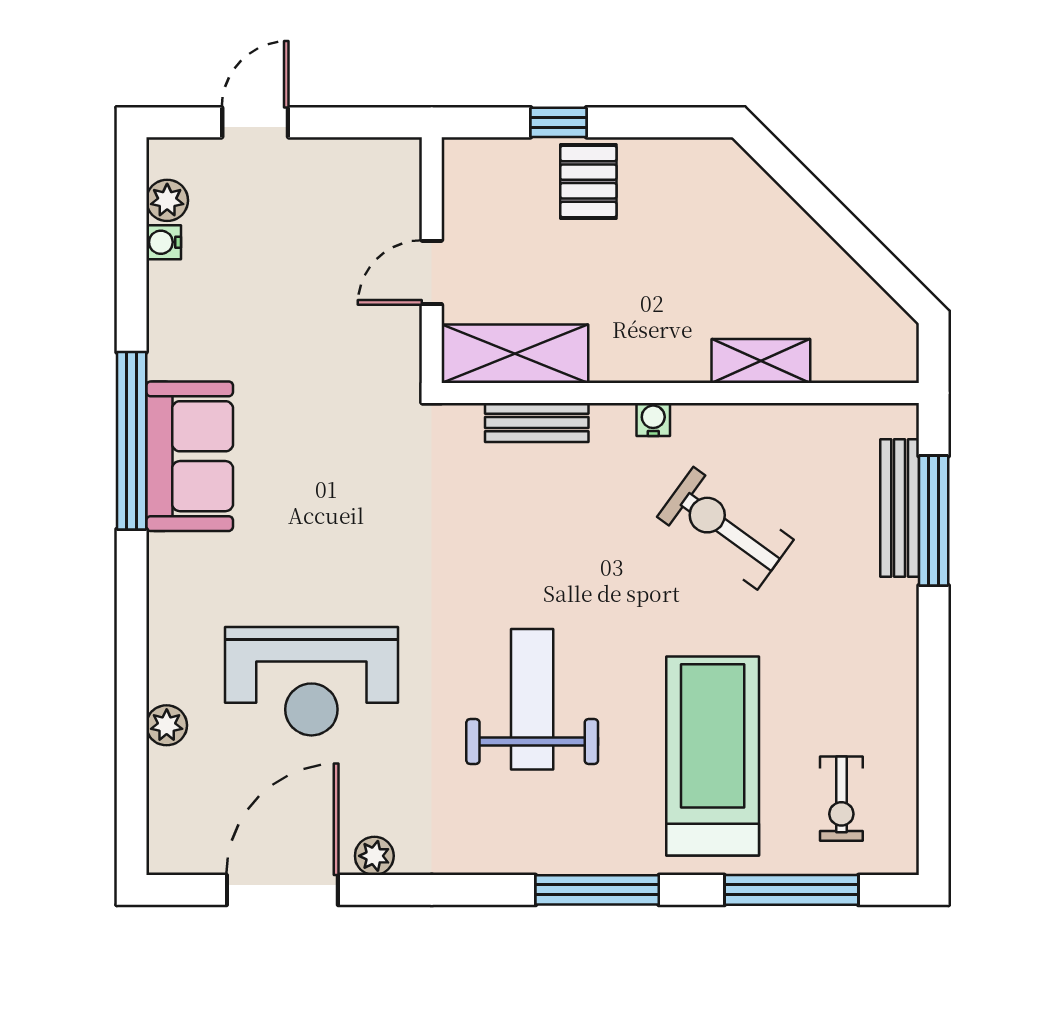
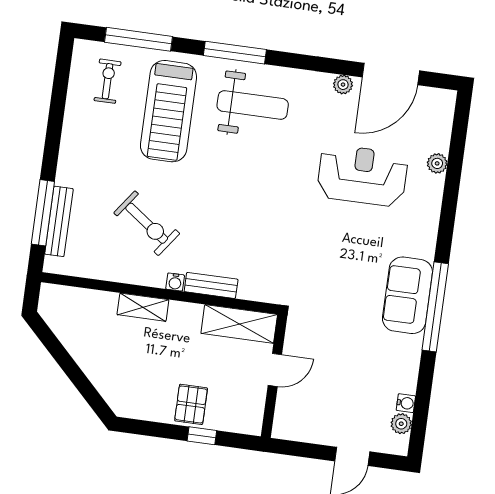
shelving: (761, 361) -> (143, 307), moved
bench: (537, 422) -> (211, 285), moved
weight bench: (532, 699) -> (253, 105), moved, turned -90

